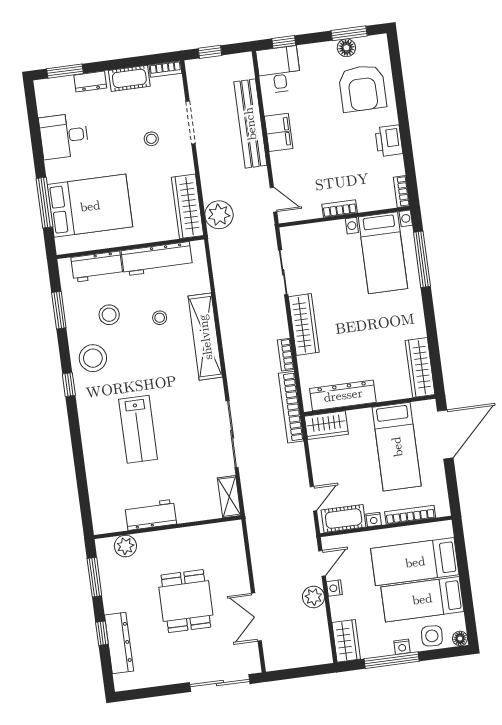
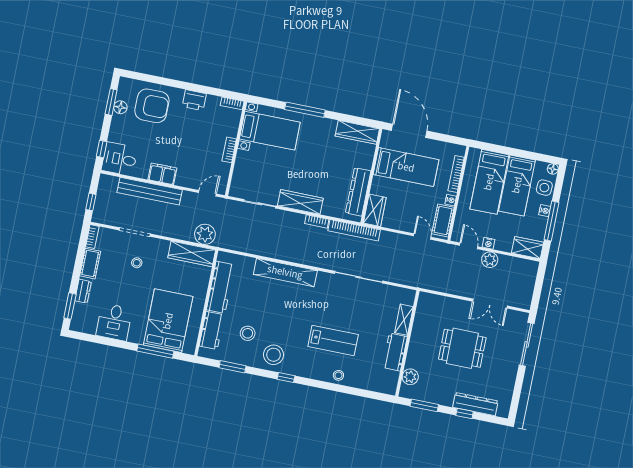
window: (422, 259) -> (305, 110), moved
stool: (160, 318) -> (338, 375), moved
shelving: (229, 497) -> (404, 320), moved, turned 90

